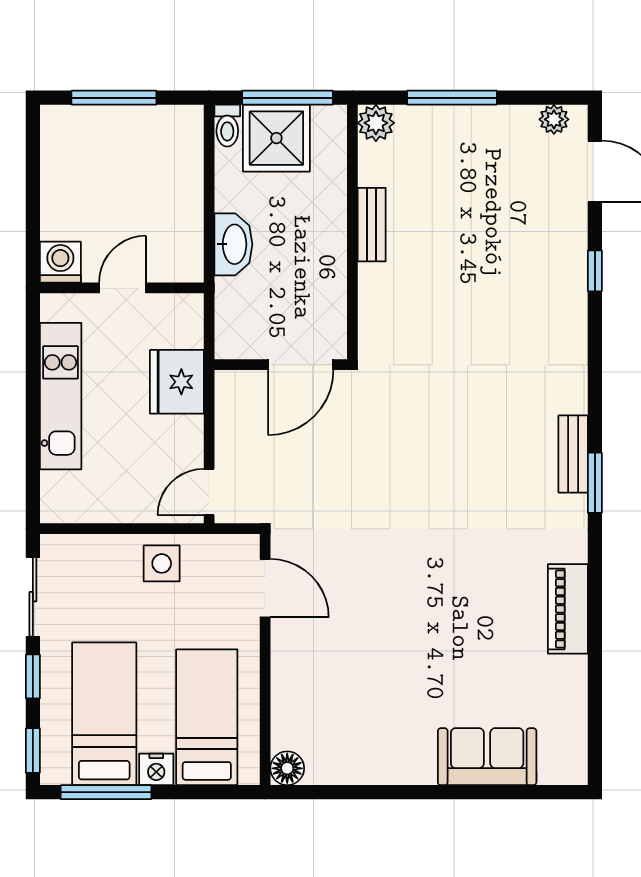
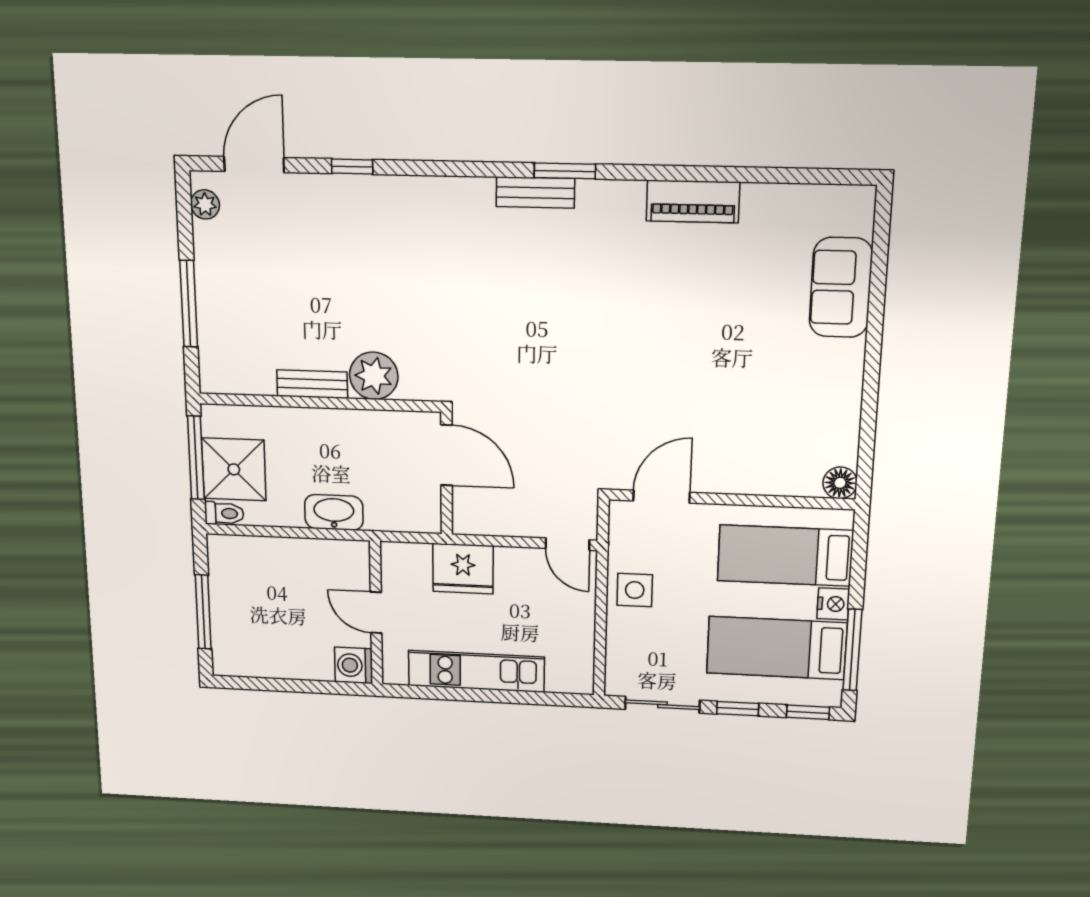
plant: (376, 123) -> (374, 376), moved, width x1.36, depth x1.36

